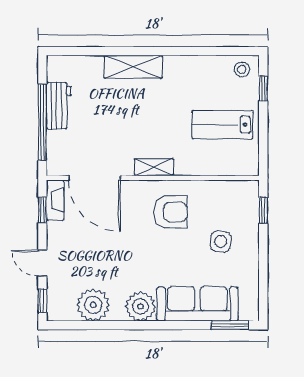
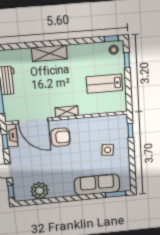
window: (239, 51) -> (111, 39), added
armchair: (171, 212) -> (60, 137), moved
plant: (140, 306) -> (66, 189), removed

